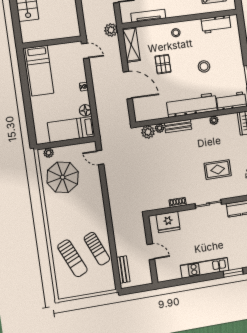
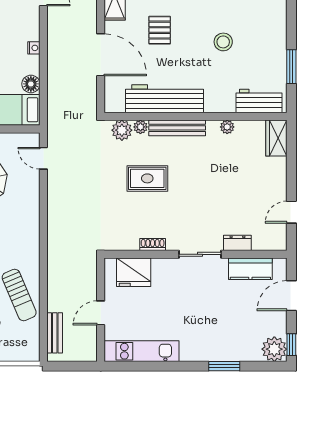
workbench: (192, 105) -> (165, 99), moved
bench: (178, 126) -> (177, 128), width x1.36
rug: (218, 169) -> (147, 178), moved
dresser: (230, 193) -> (237, 243), added
door: (151, 252) -> (101, 313), swing flipped
kitchen unit: (205, 268) -> (142, 351), moved

